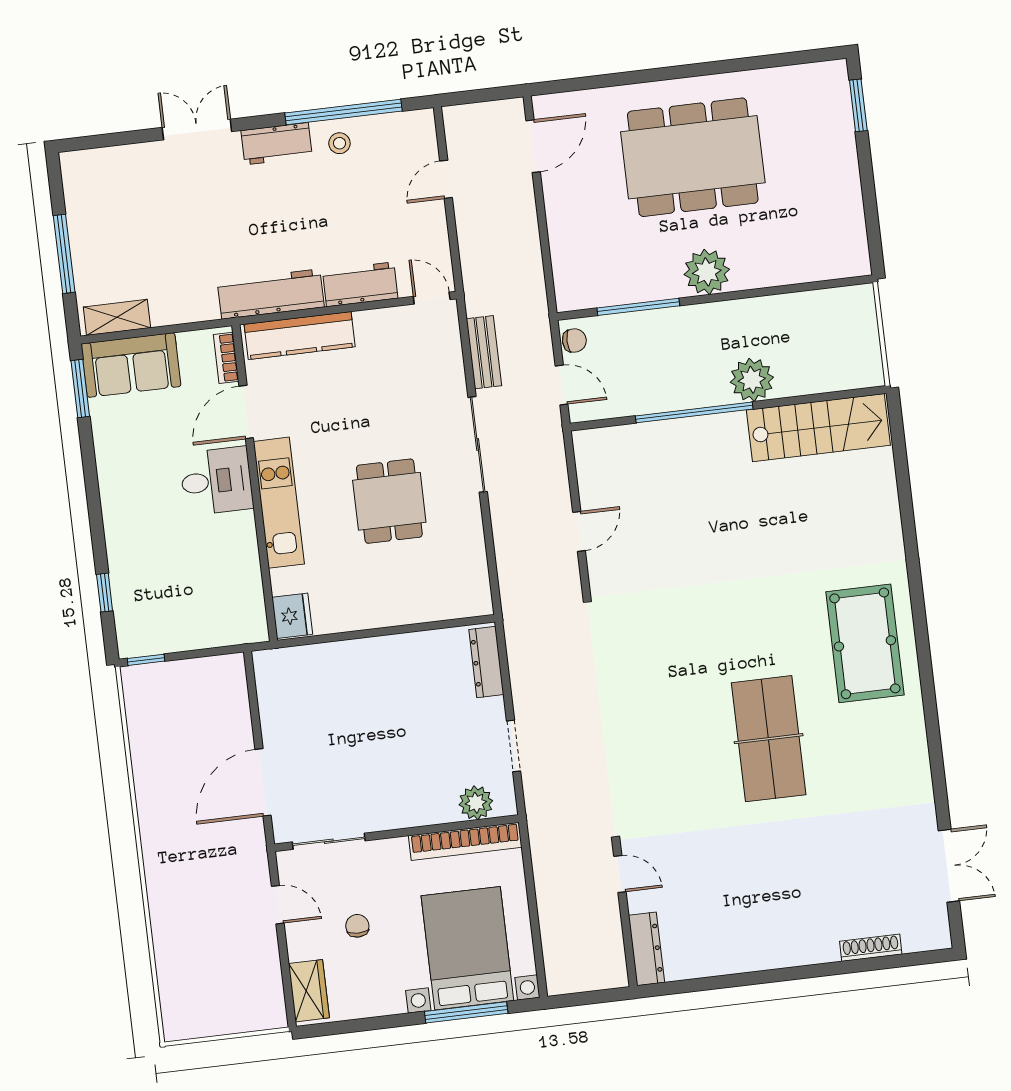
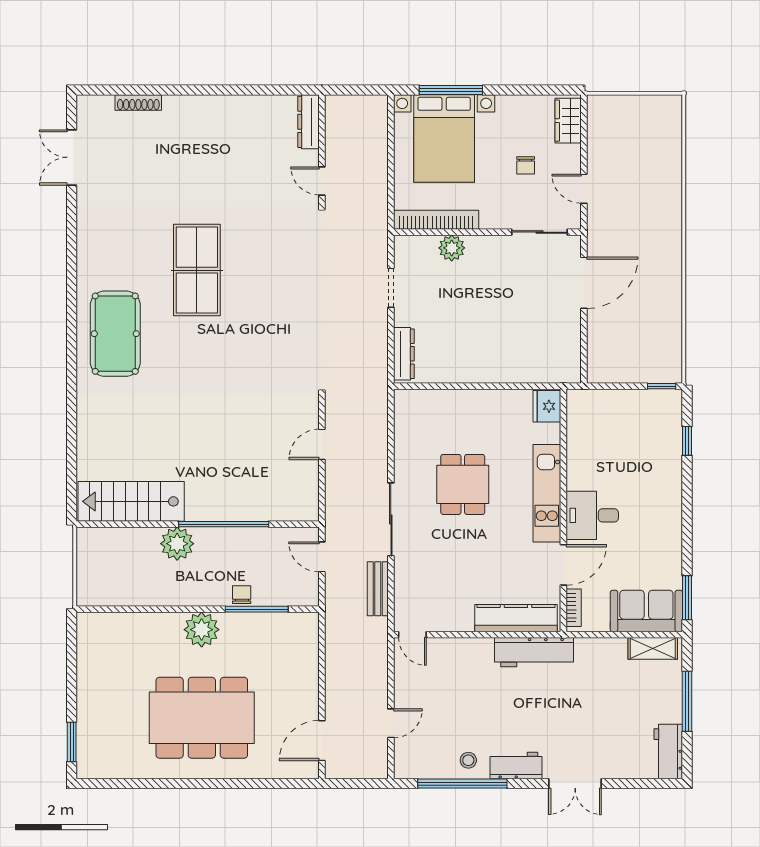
workbench: (360, 284) -> (668, 752), moved, turned 90
chair: (574, 340) -> (242, 595), moved, turned 90
plant: (476, 803) -> (452, 248), moved

